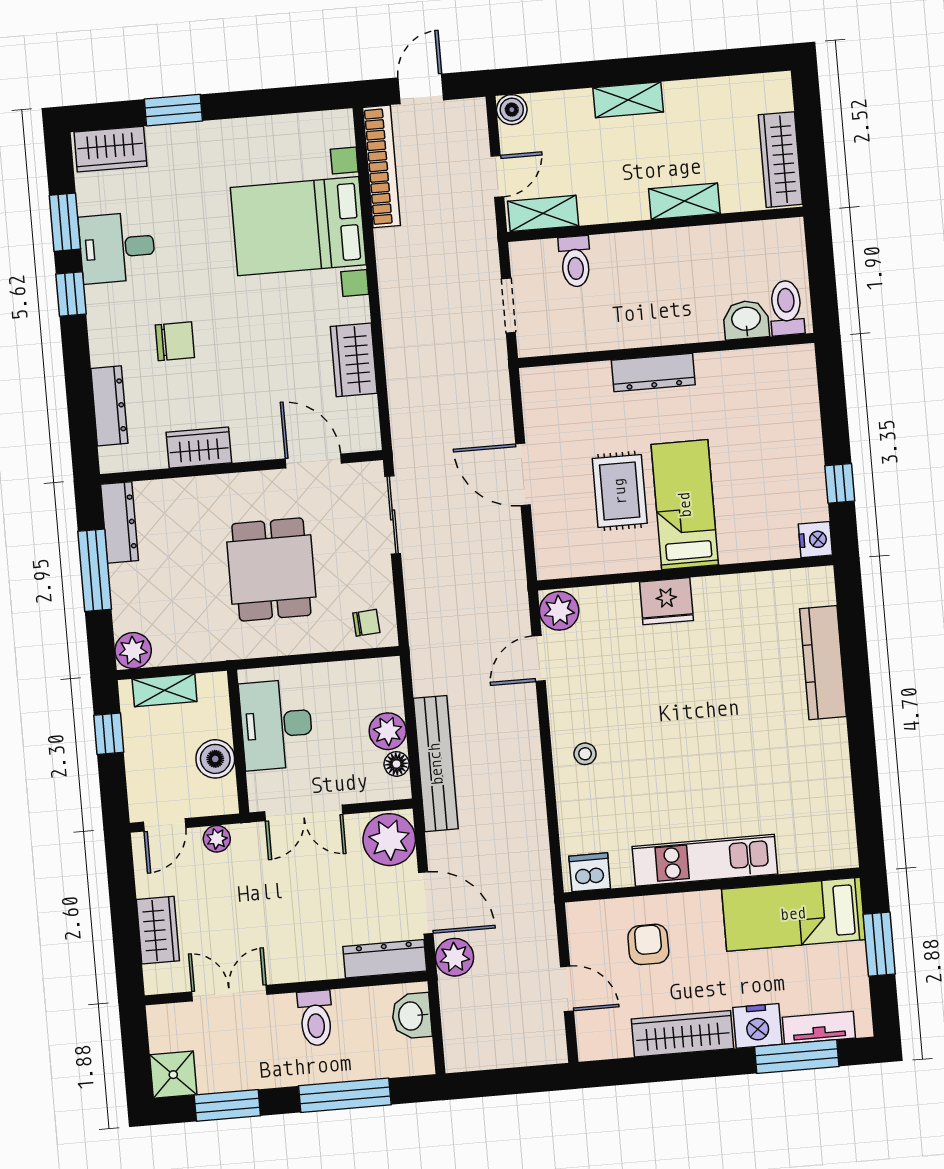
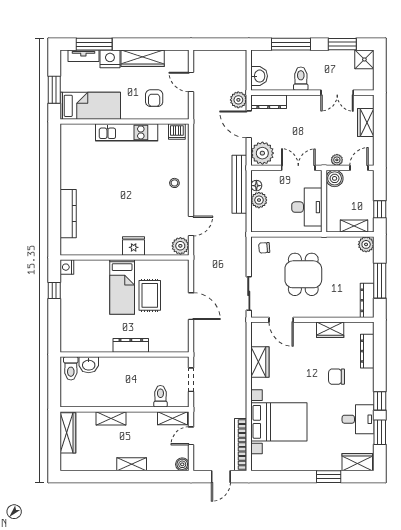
boiler: (215, 759) -> (335, 178), moved

